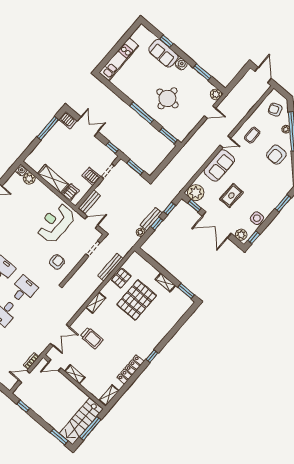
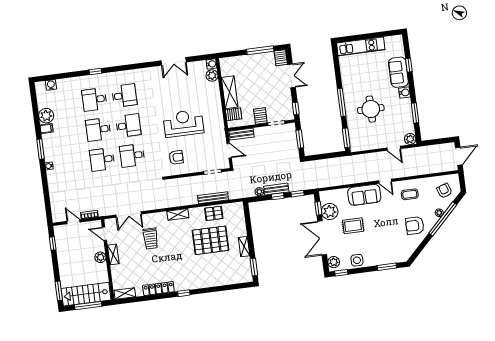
plant: (196, 193) -> (330, 212), moved
reception desk: (56, 223) -> (183, 123), moved
desk: (24, 290) -> (132, 156), turned 180
plant: (67, 385) -> (100, 257), added

